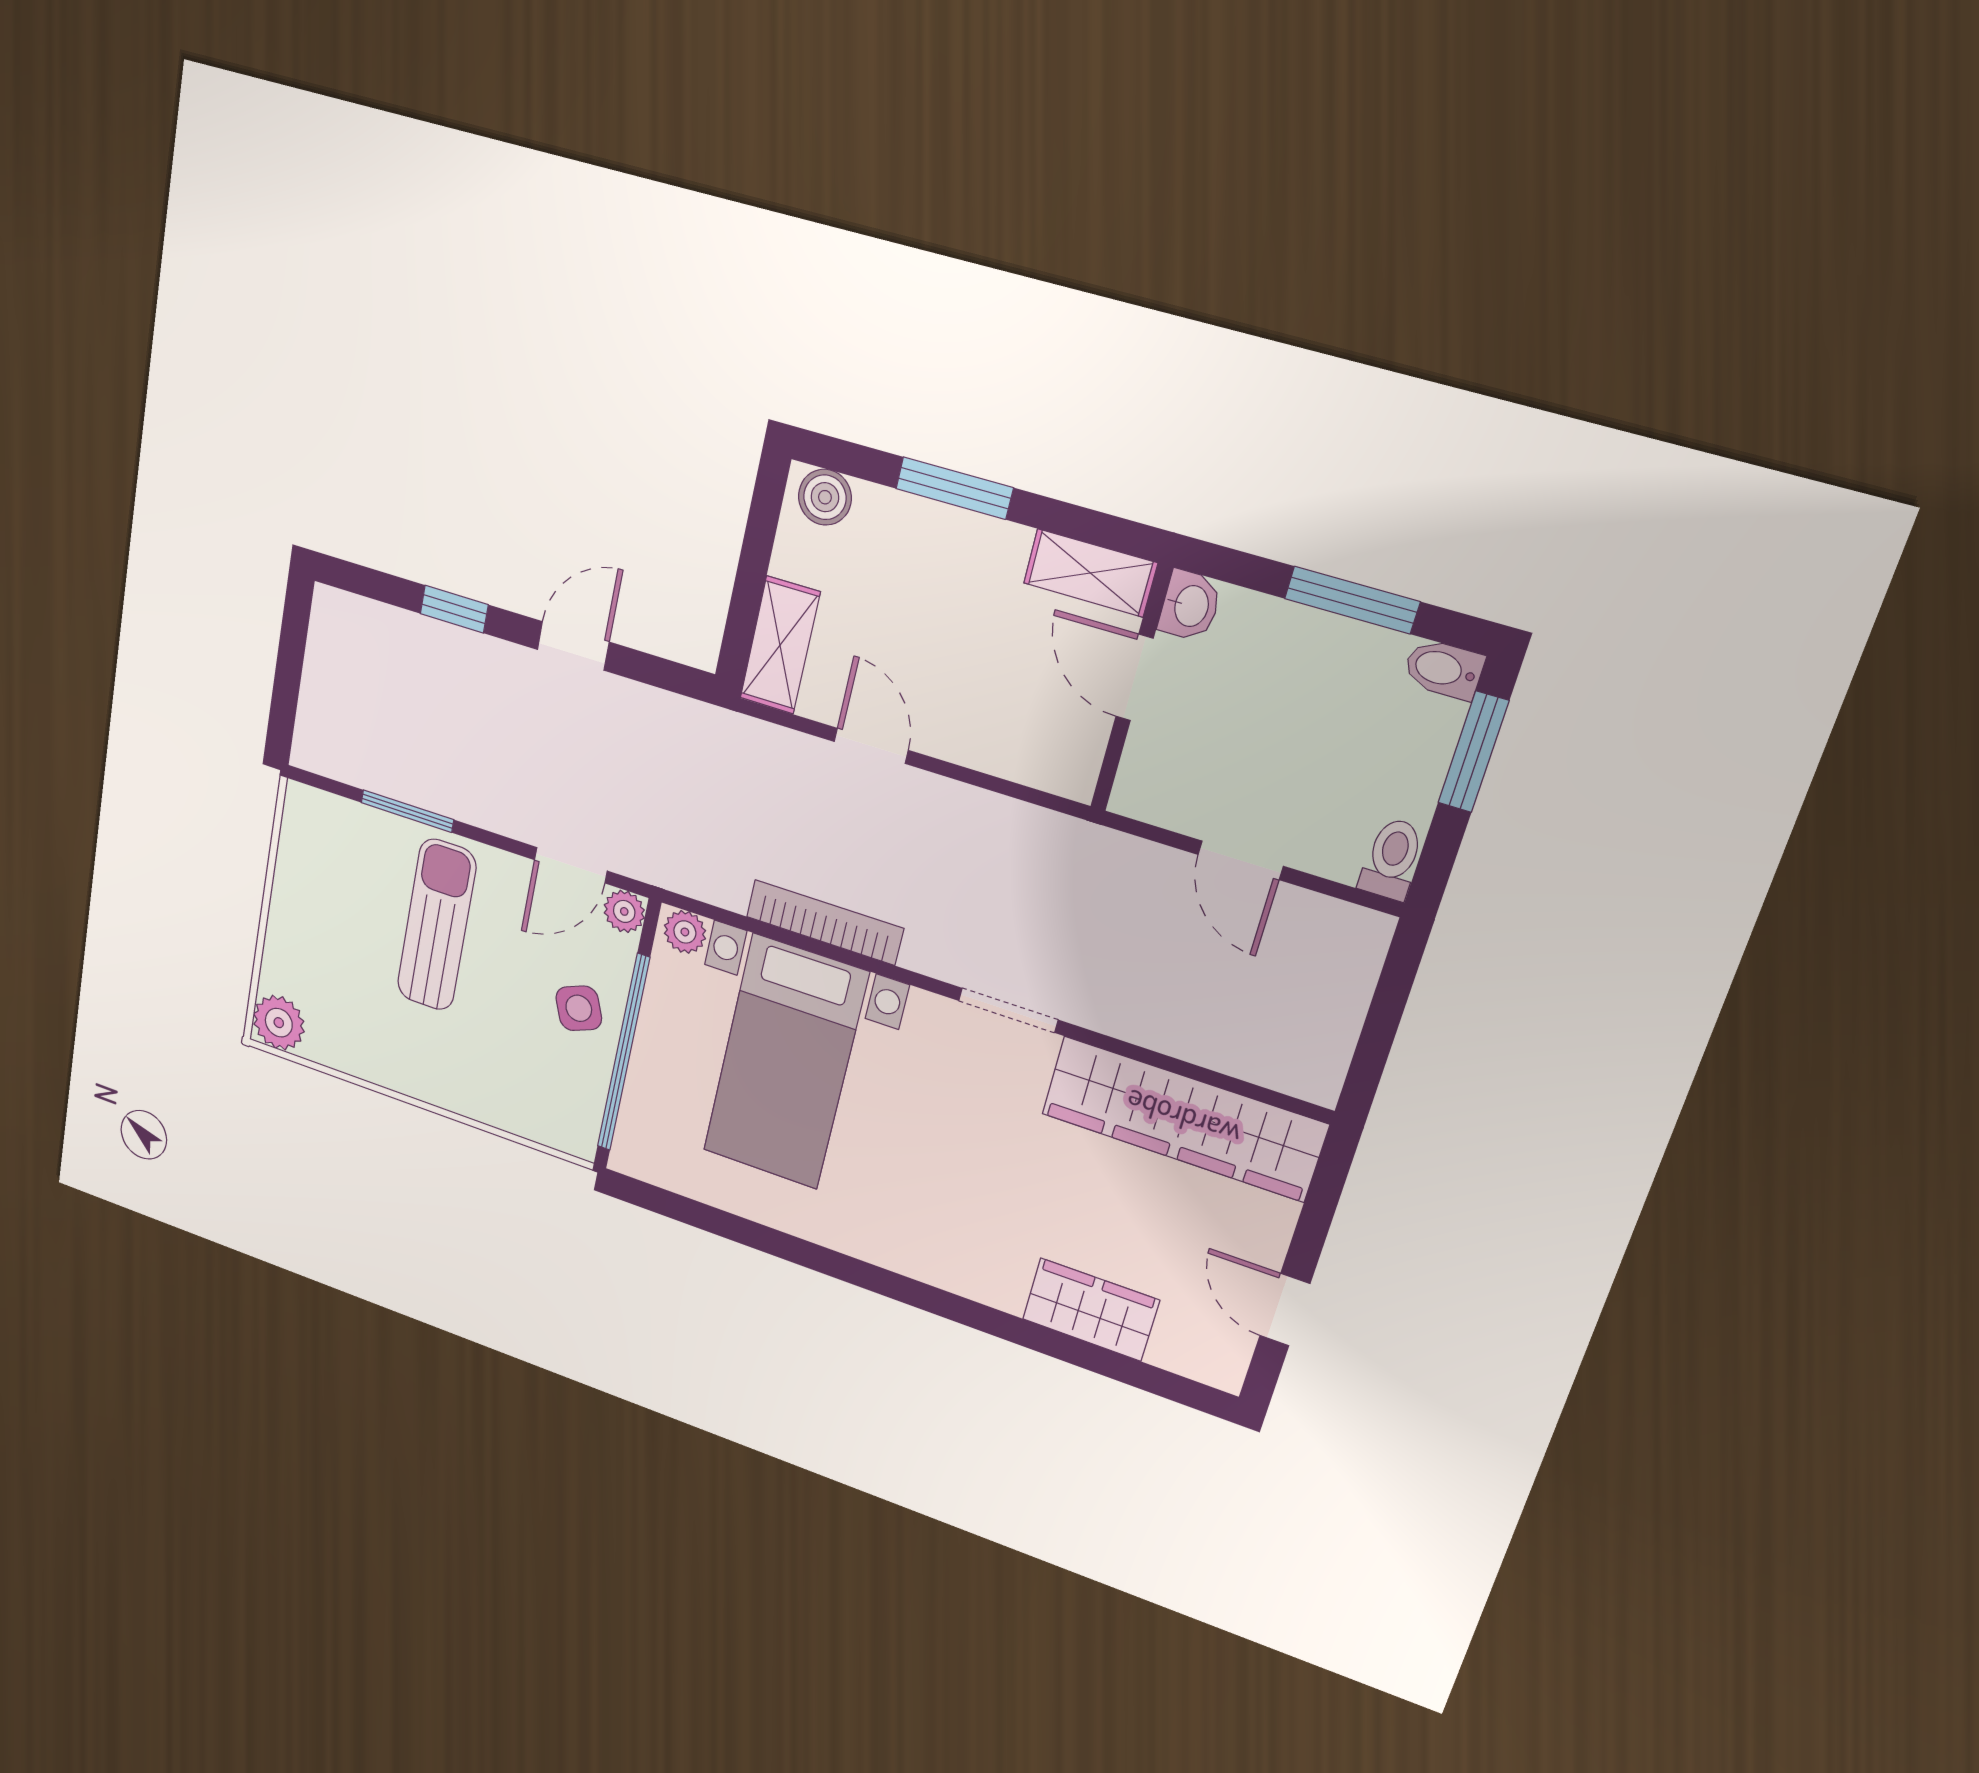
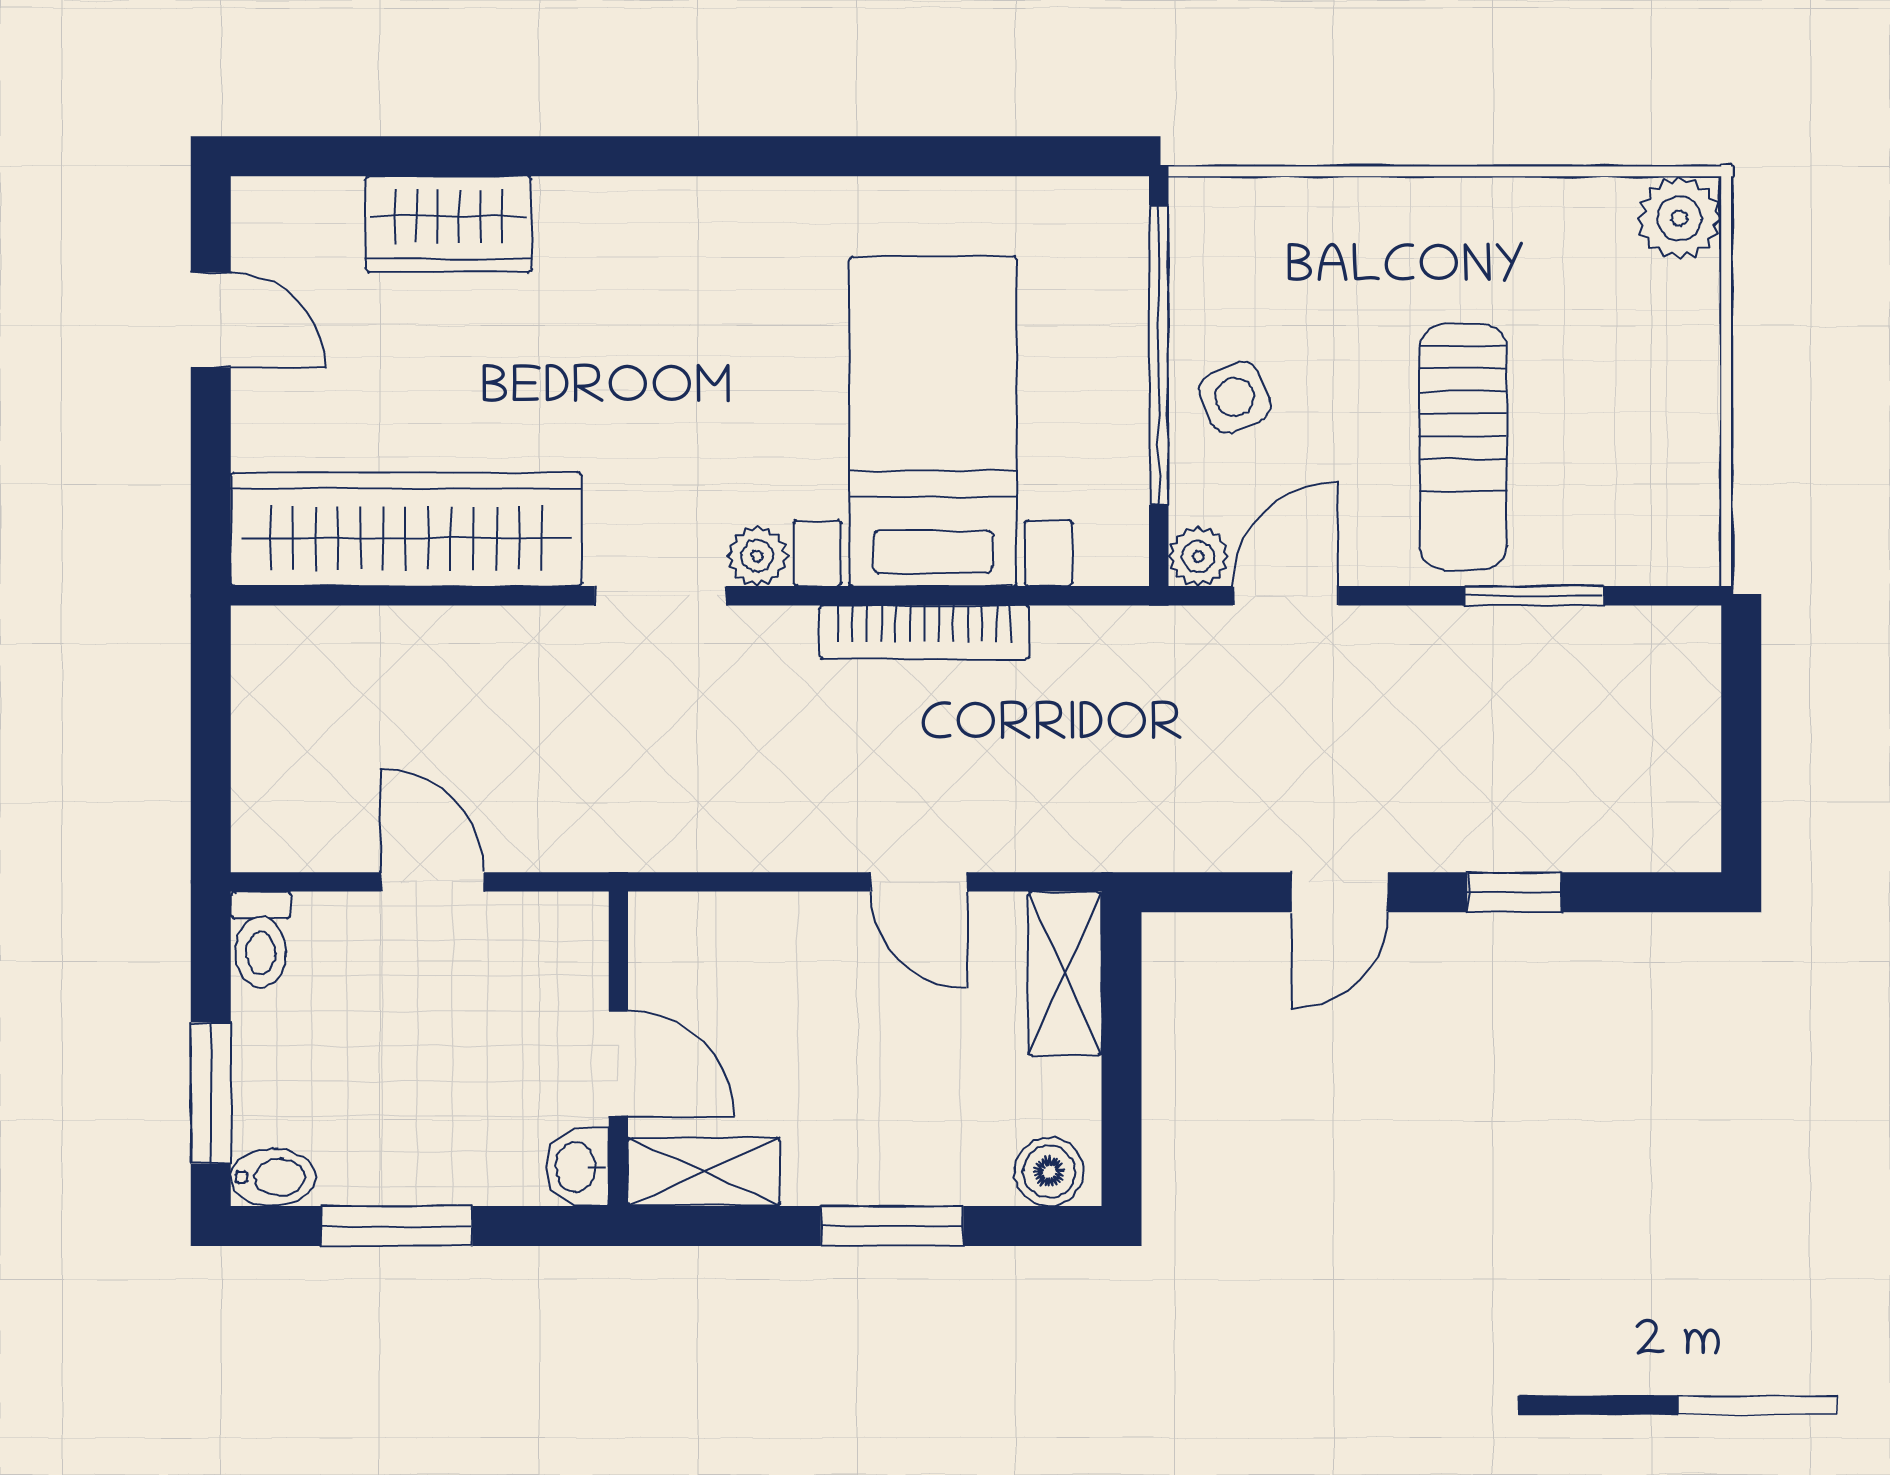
plant: (685, 932) -> (757, 556), moved

